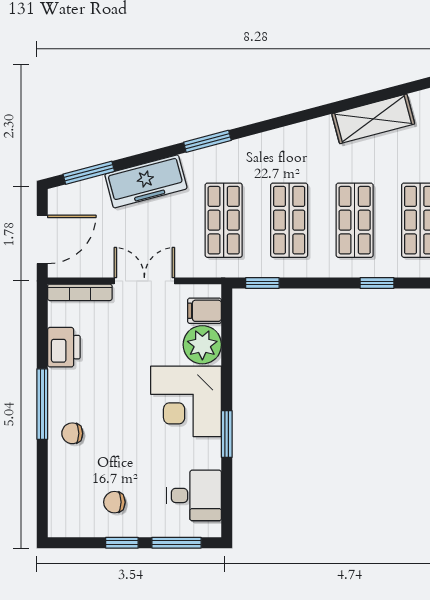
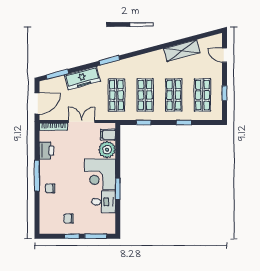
window: (262, 283) -> (143, 123), moved
desk: (194, 495) -> (103, 202), moved

